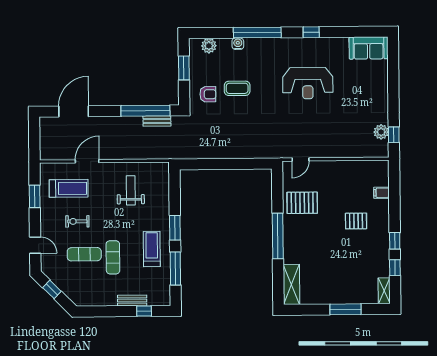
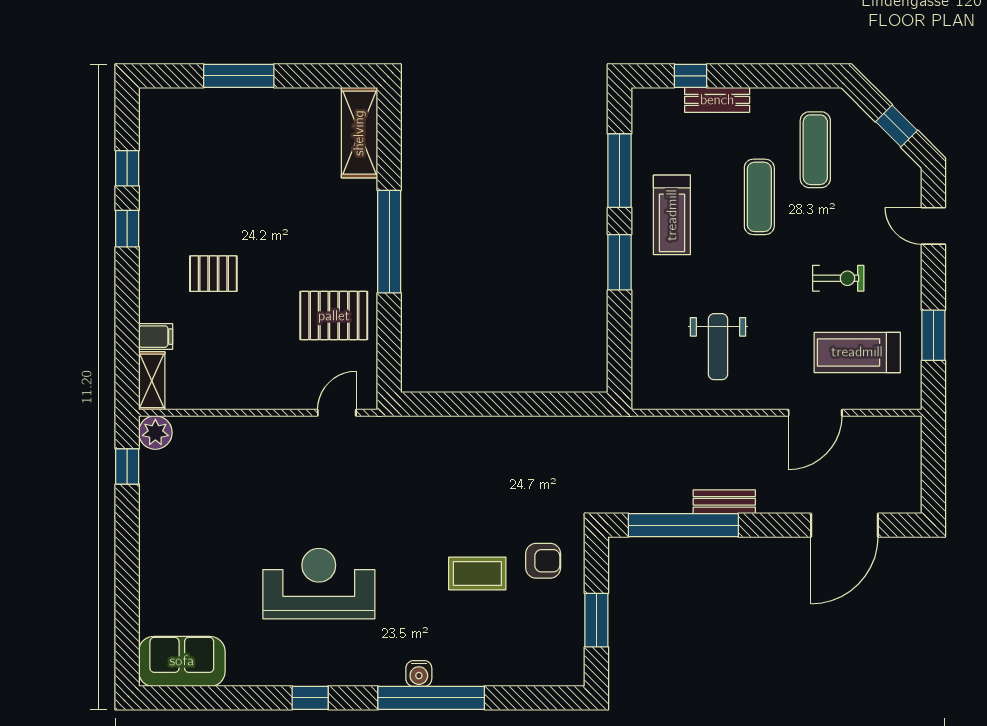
water cooler: (238, 44) -> (419, 673), moved
plant: (209, 46) -> (540, 670), removed
armchair: (208, 94) -> (543, 561), turned 180
bench: (157, 121) -> (724, 502), moved
plant: (381, 132) -> (155, 433), moved
exercise mat: (84, 254) -> (815, 150), moved, turned 90
shelving: (384, 291) -> (152, 381), moved

